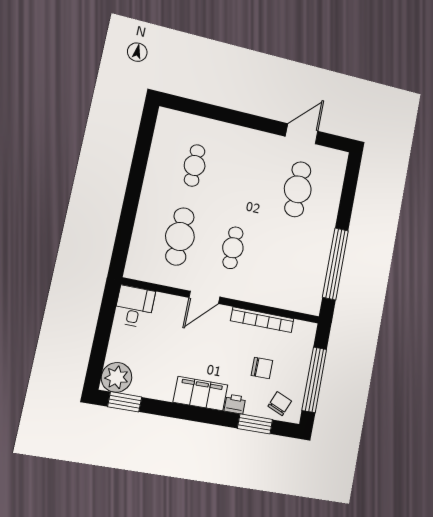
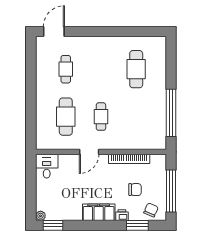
door: (302, 134) -> (54, 32), moved
plant: (116, 377) -> (41, 216), width x0.53, depth x0.53

